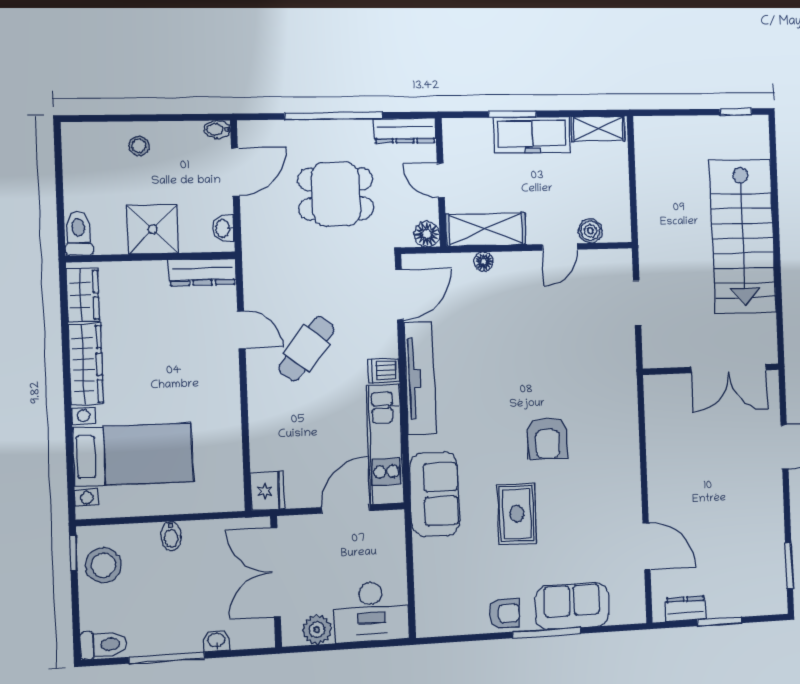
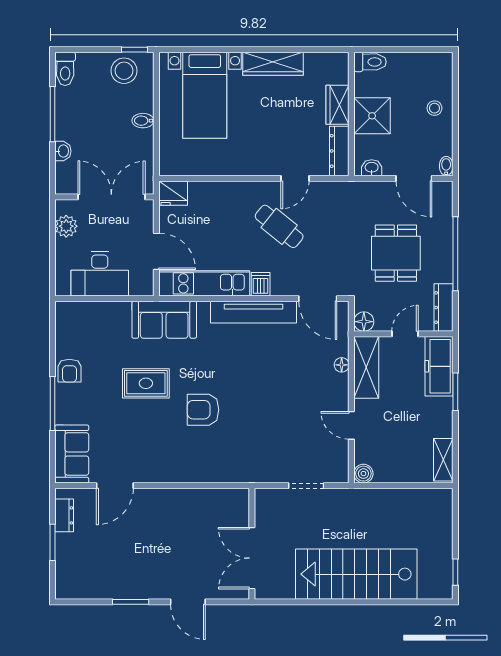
freezer: (532, 135) -> (439, 366), moved
boiler: (590, 231) -> (363, 474), moved
wardrobe: (83, 295) -> (338, 105), moved, turned 90
window: (789, 566) -> (131, 602), moved
sofa: (572, 606) -> (72, 454), moved
desk: (371, 612) -> (100, 274), moved, turned -90

